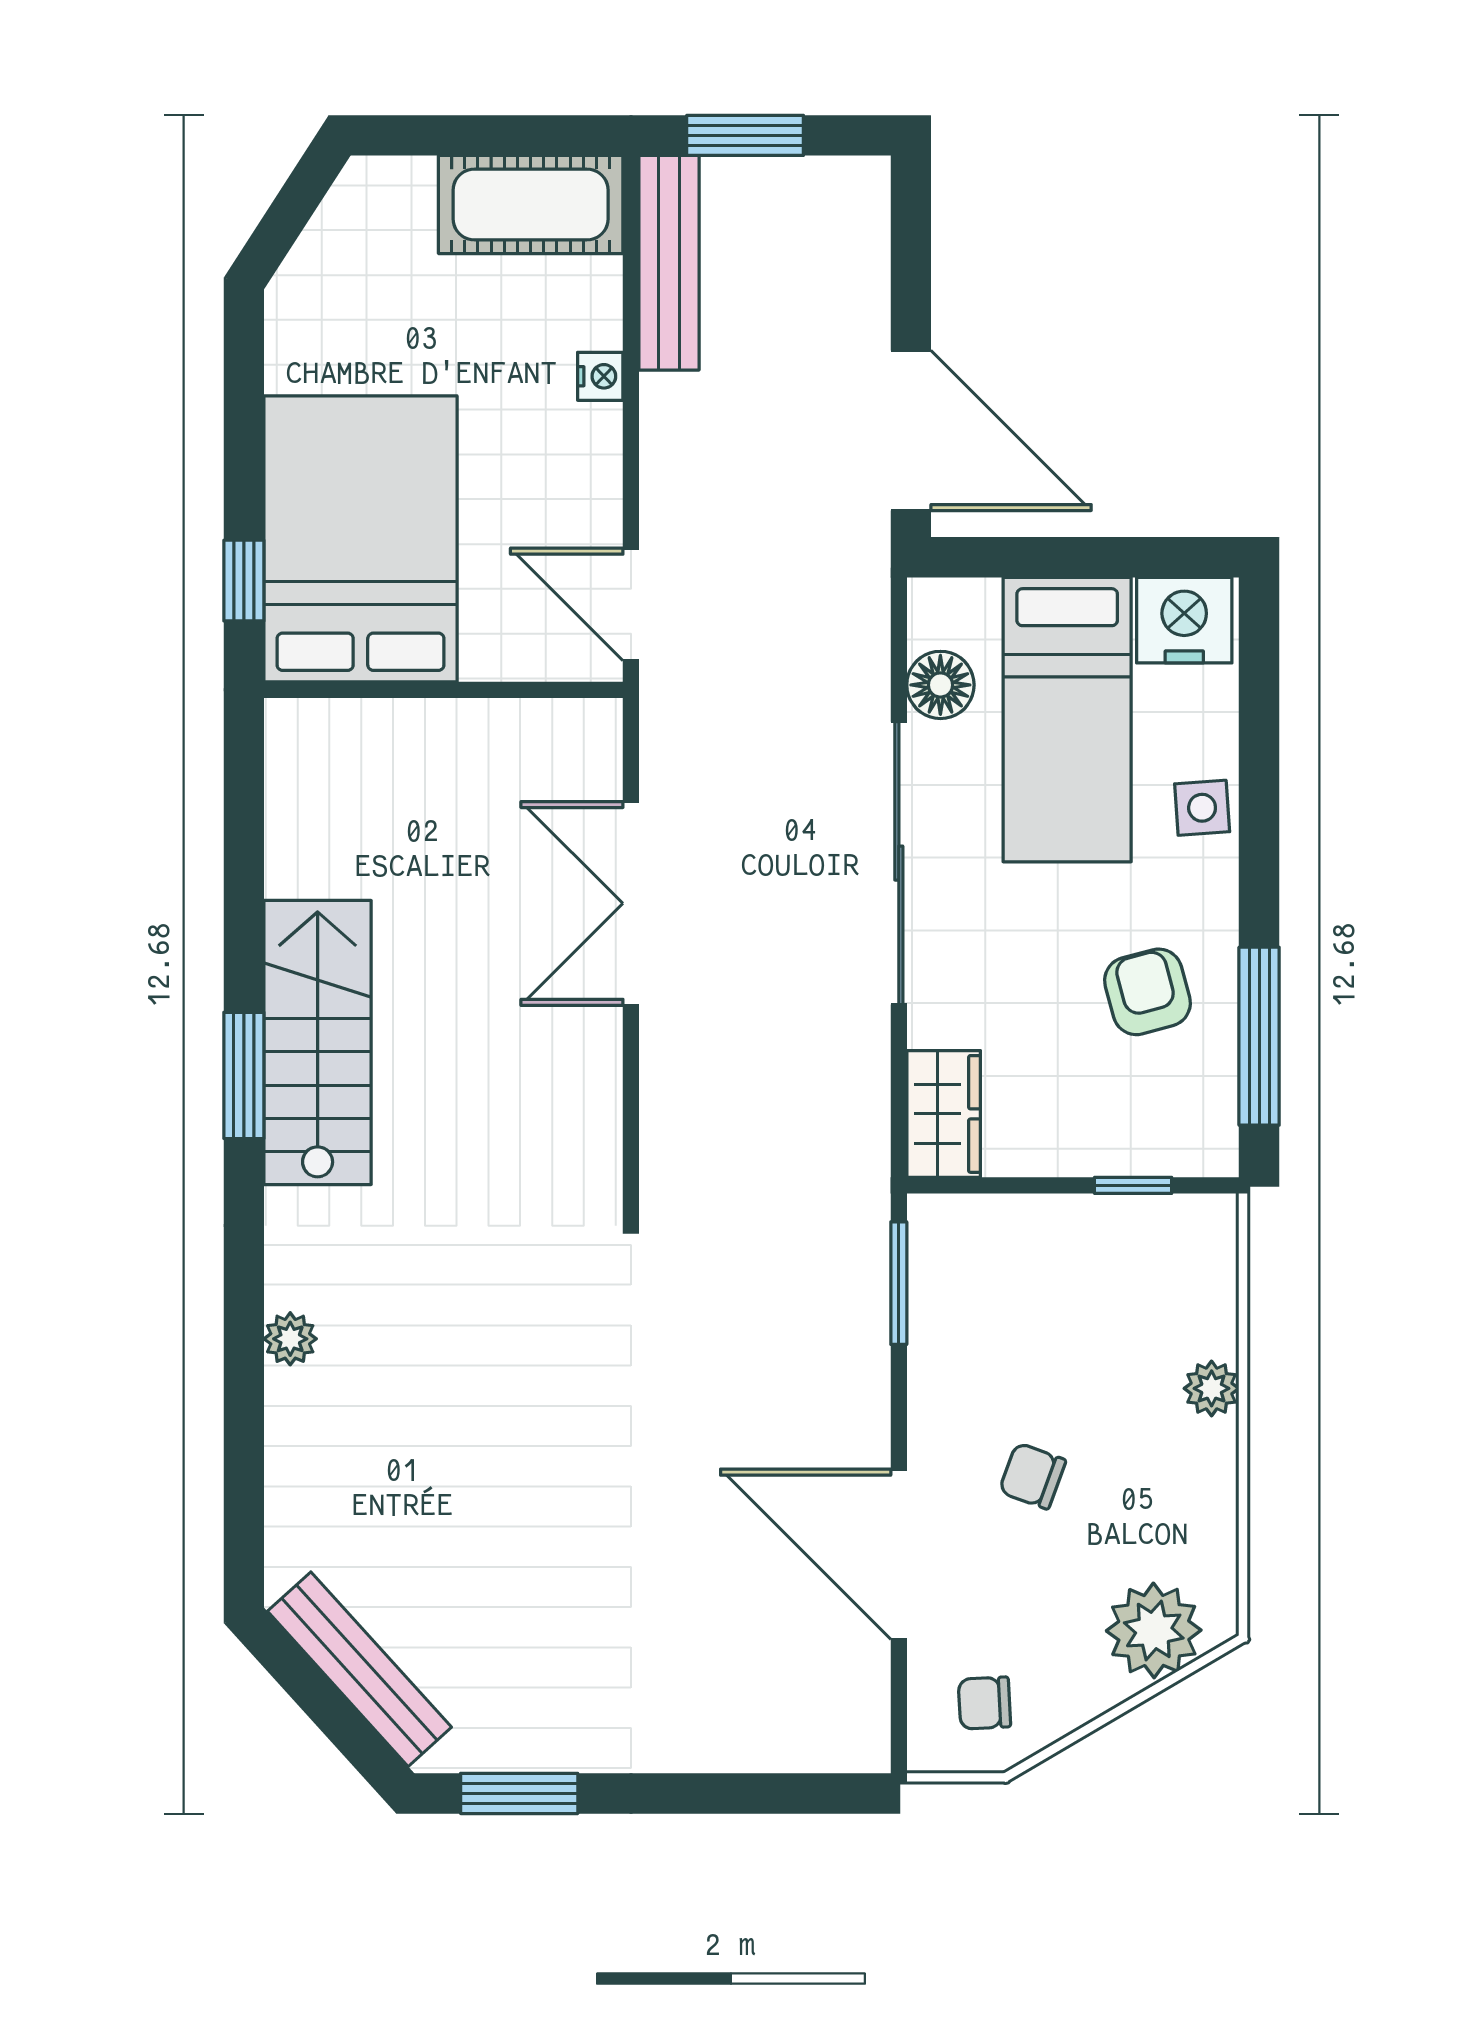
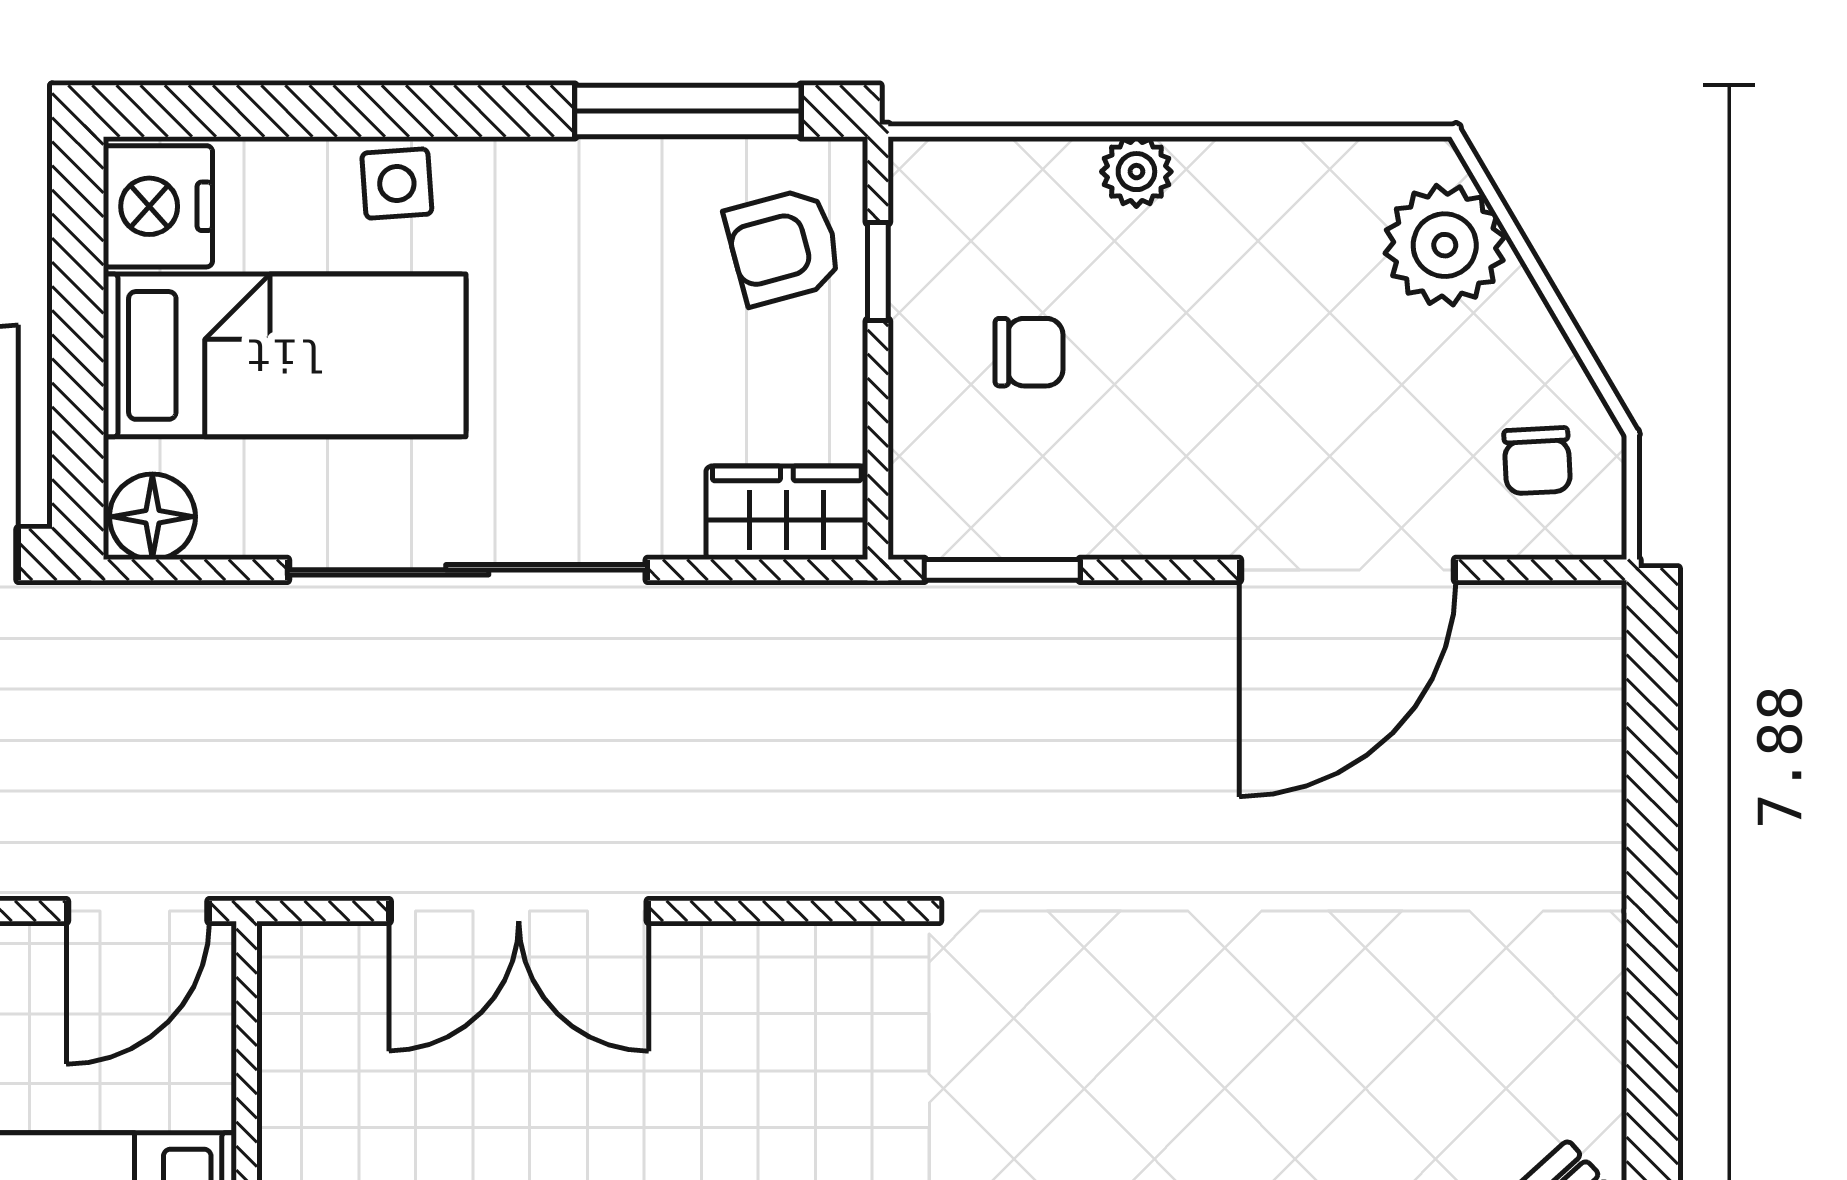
floor lamp: (940, 685) -> (152, 517), moved
armchair: (1147, 992) -> (784, 246), moved
chair: (1032, 1476) -> (1029, 352), moved, turned -110
window: (519, 1793) -> (1652, 1053), removed

